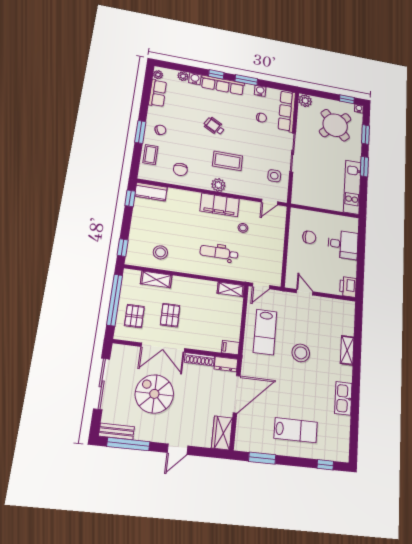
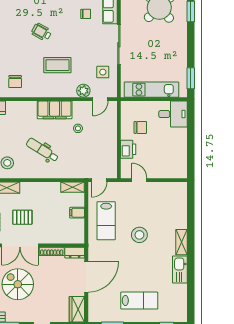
window: (364, 167) -> (191, 78), moved
plant: (218, 185) -> (83, 91), moved
kitchen unit: (352, 187) -> (151, 90), moved, turned 90
desk: (343, 244) -> (173, 114), moved
dental chair: (219, 253) -> (42, 150), moved, turned 32
printer: (348, 287) -> (128, 149), moved, turned 180
pallet: (170, 315) -> (22, 217), turned 90
filing cabinet: (230, 348) -> (77, 213), moved
shelving: (347, 350) -> (181, 242), moved

